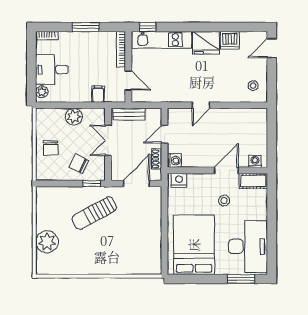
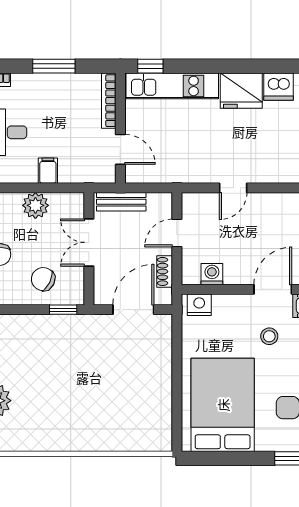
filing cabinet: (98, 94) -> (48, 171), moved
washing machine: (174, 161) -> (212, 274), moved, turned -90
sun lounger: (94, 213) -> (67, 356), removed

